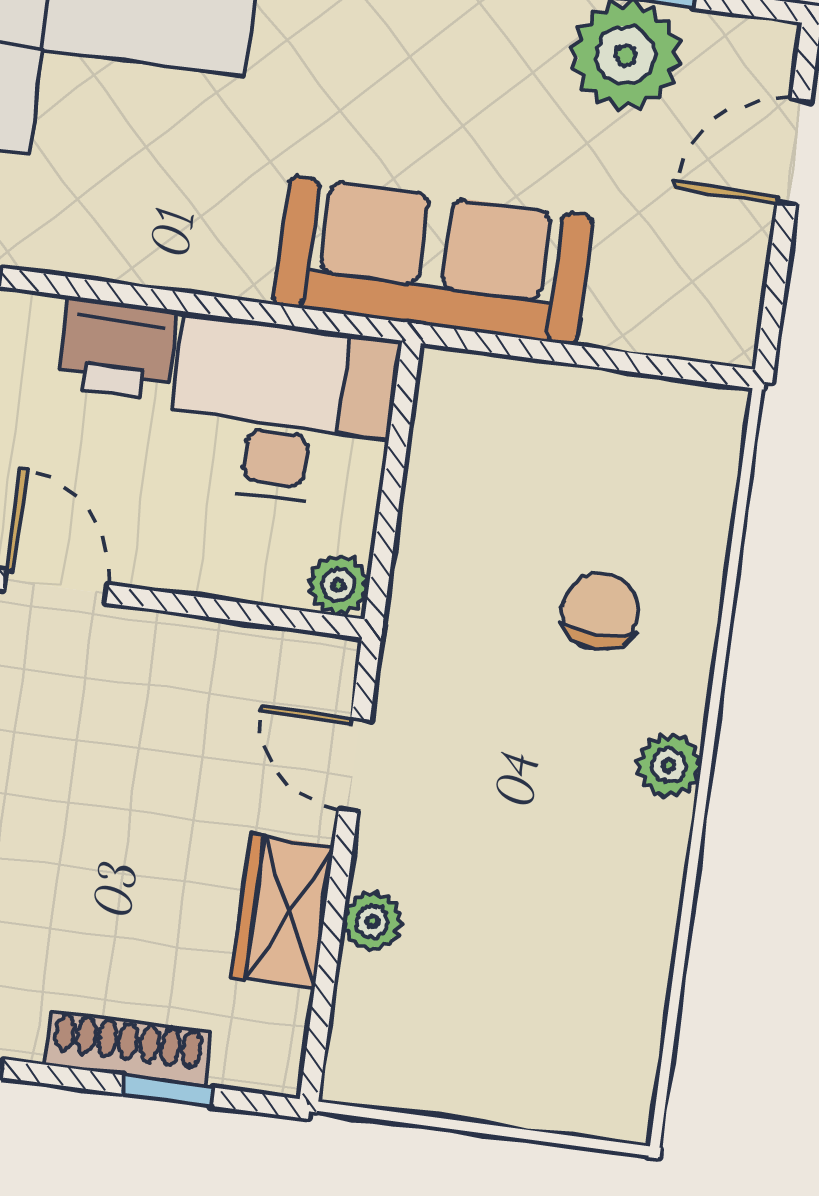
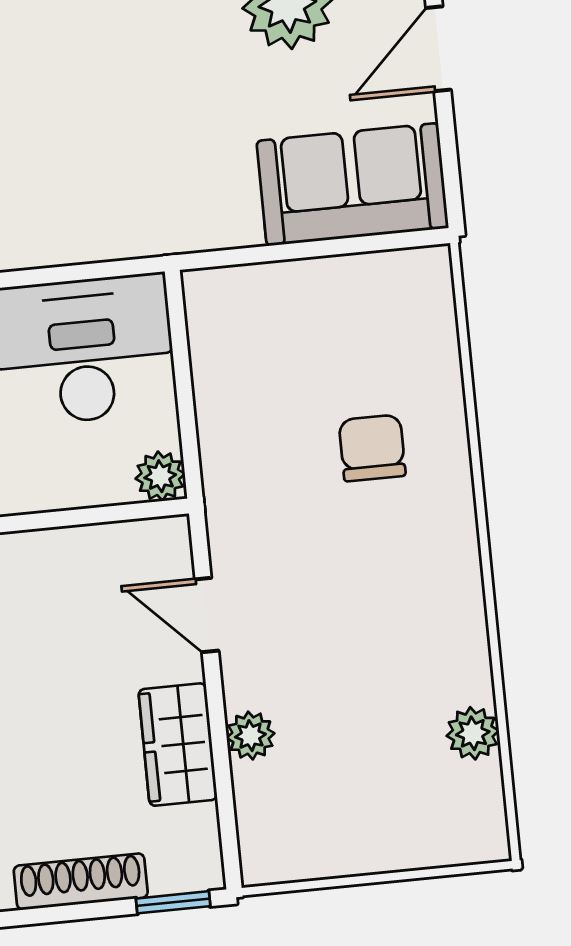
sofa: (433, 260) -> (353, 184), moved, width x0.73
plant: (669, 765) -> (473, 733), moved
window: (168, 1091) -> (173, 902), moved

